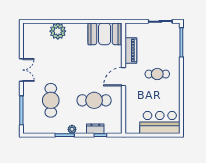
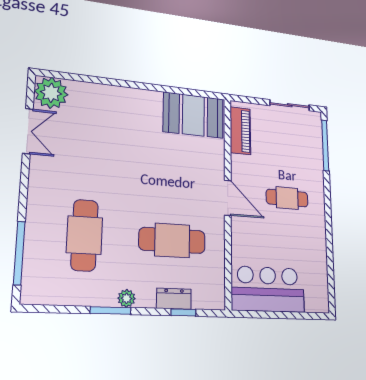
plant: (58, 31) -> (51, 93), moved
piano: (131, 50) -> (240, 131), moved
double door: (21, 70) -> (28, 131), moved
door: (123, 77) -> (228, 198), swing flipped
bar counter: (160, 122) -> (268, 289), moved

